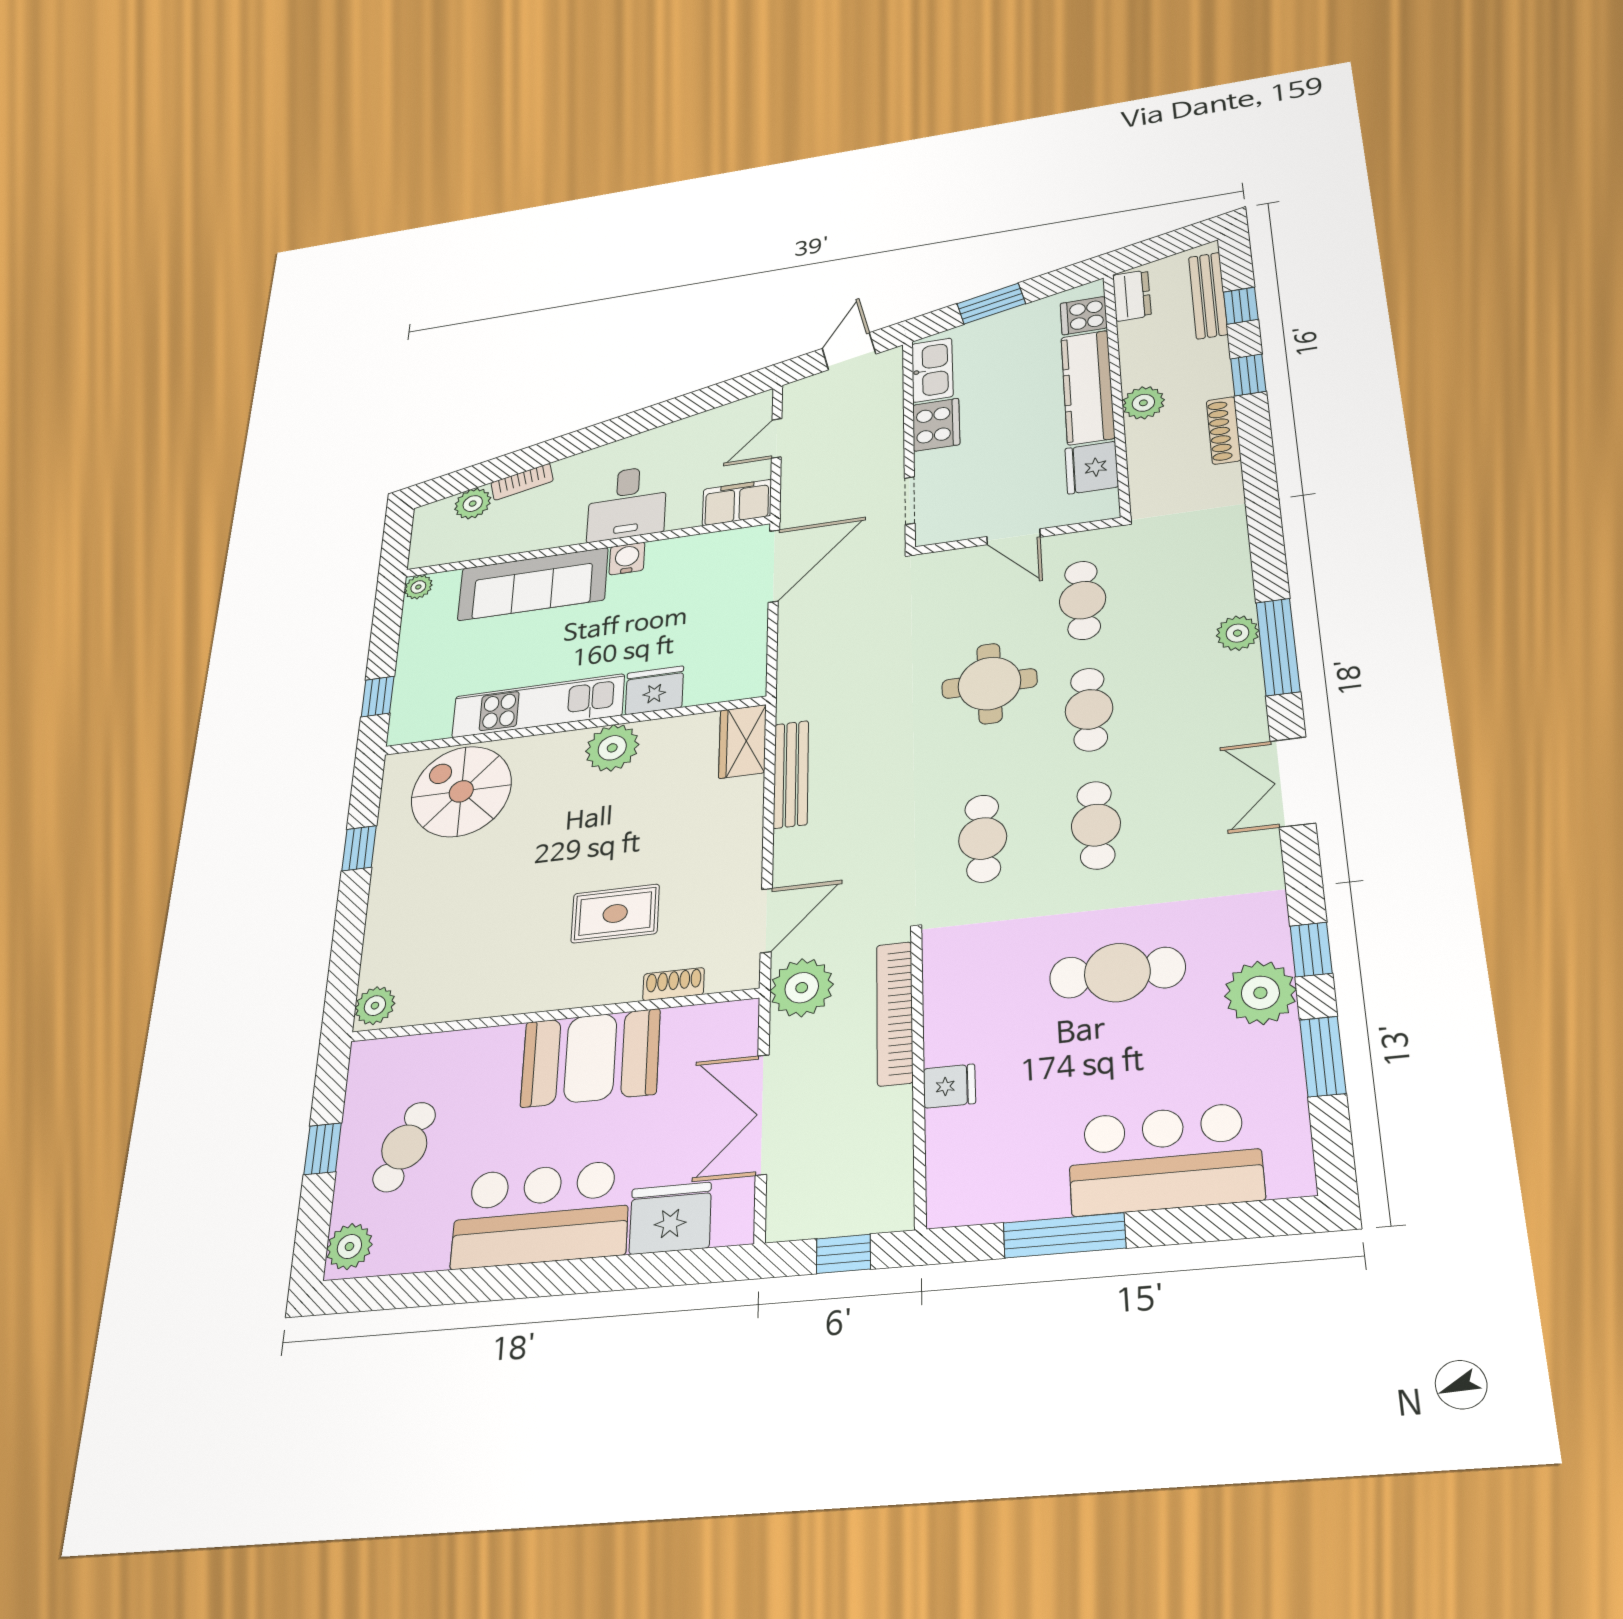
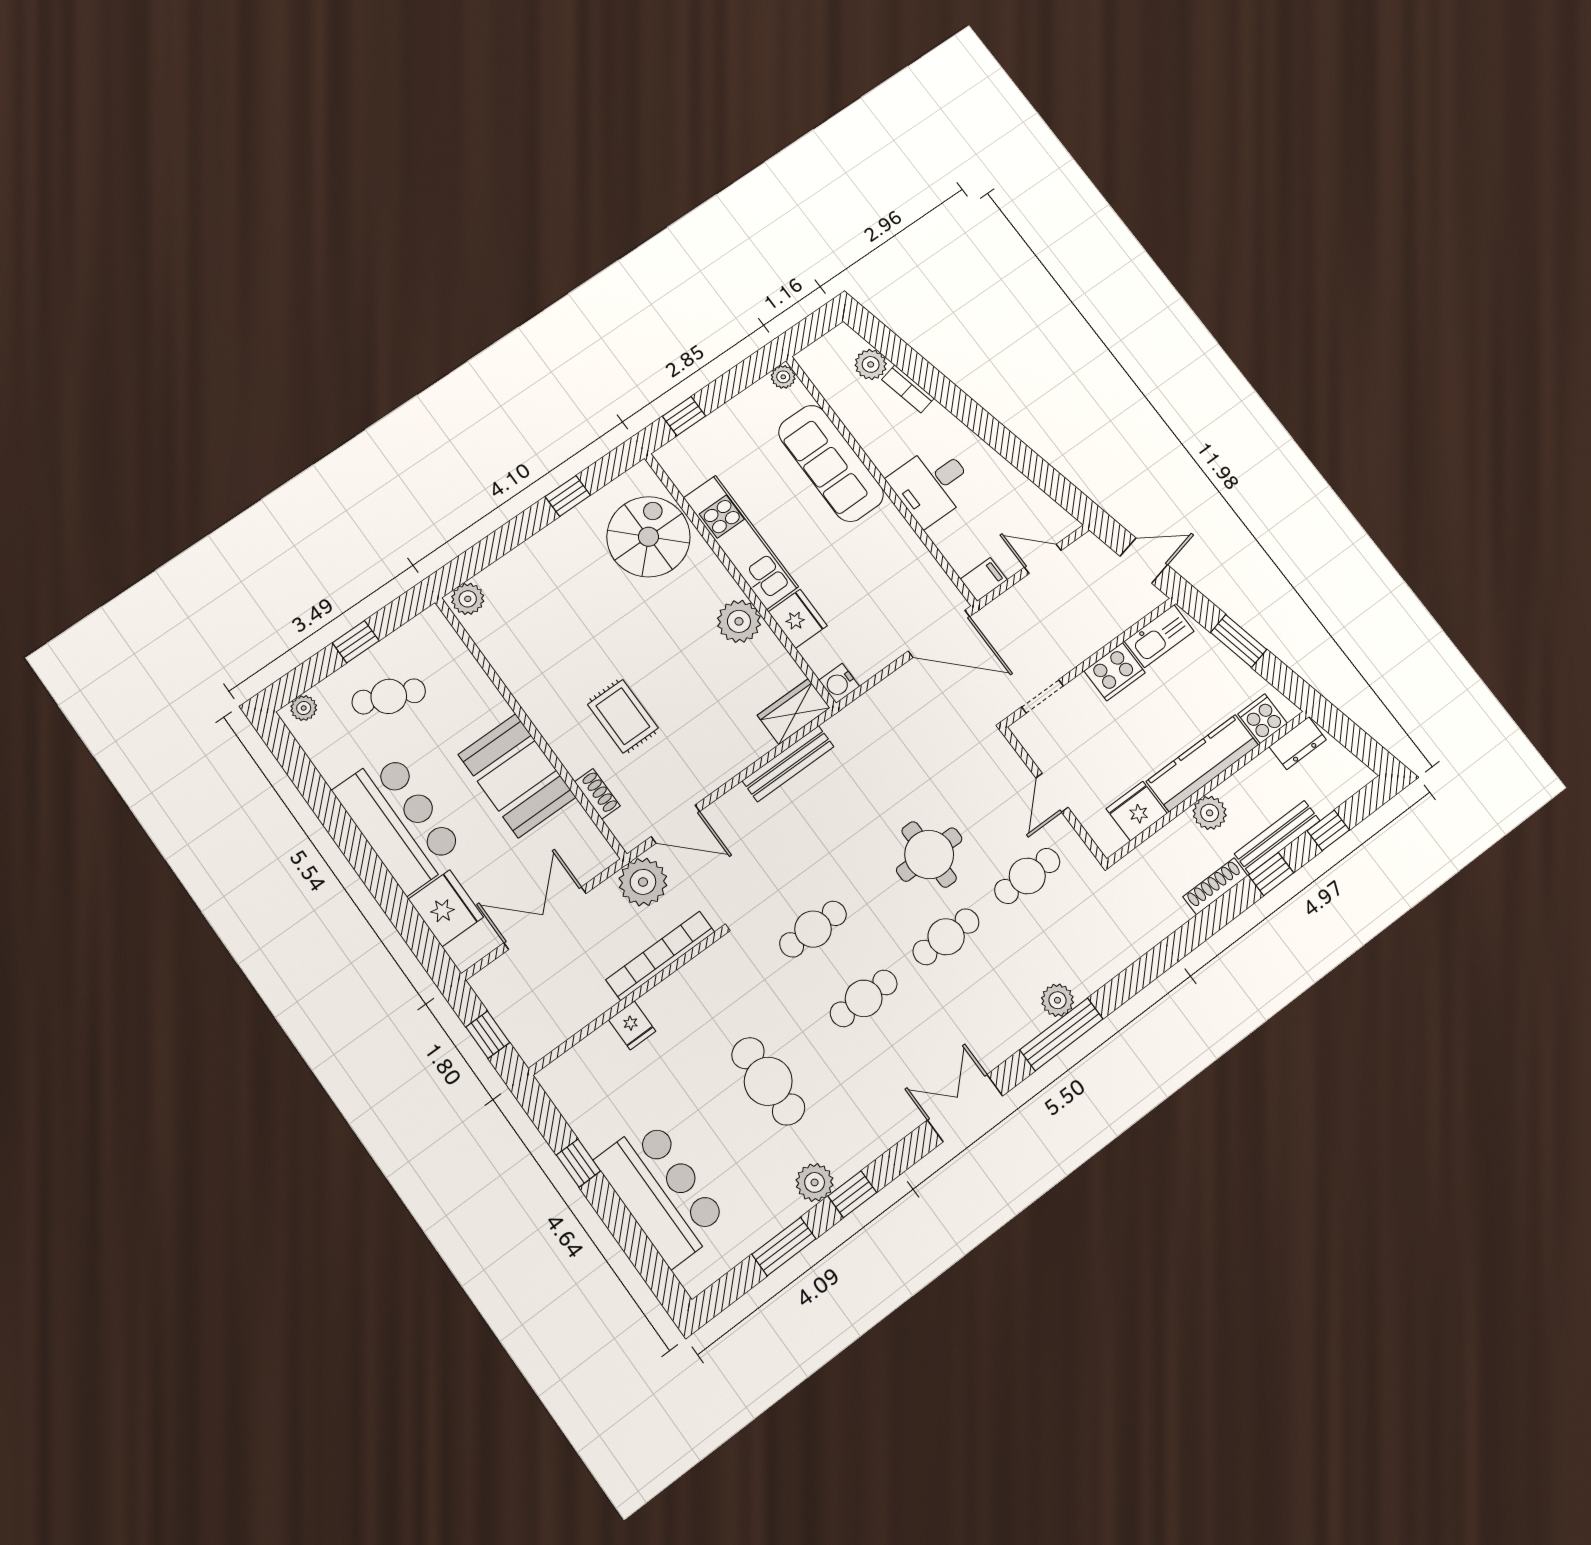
bench: (1208, 295) -> (1277, 837), moved
filing cabinet: (737, 503) -> (984, 579), width x0.50
water cooler: (627, 558) -> (839, 683), moved, turned 180
plant: (1260, 993) -> (815, 1182), width x0.73, depth x0.73
window: (1064, 1235) -> (578, 1163), width x0.46
plant: (349, 1247) -> (304, 708), width x0.73, depth x0.73

